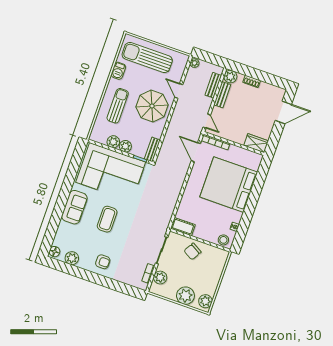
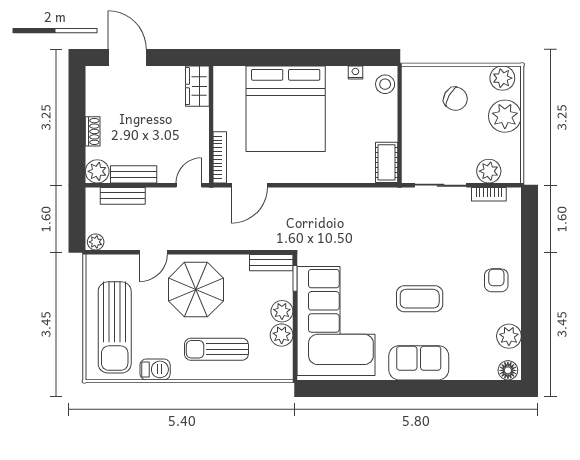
chair: (193, 251) -> (455, 99), moved

